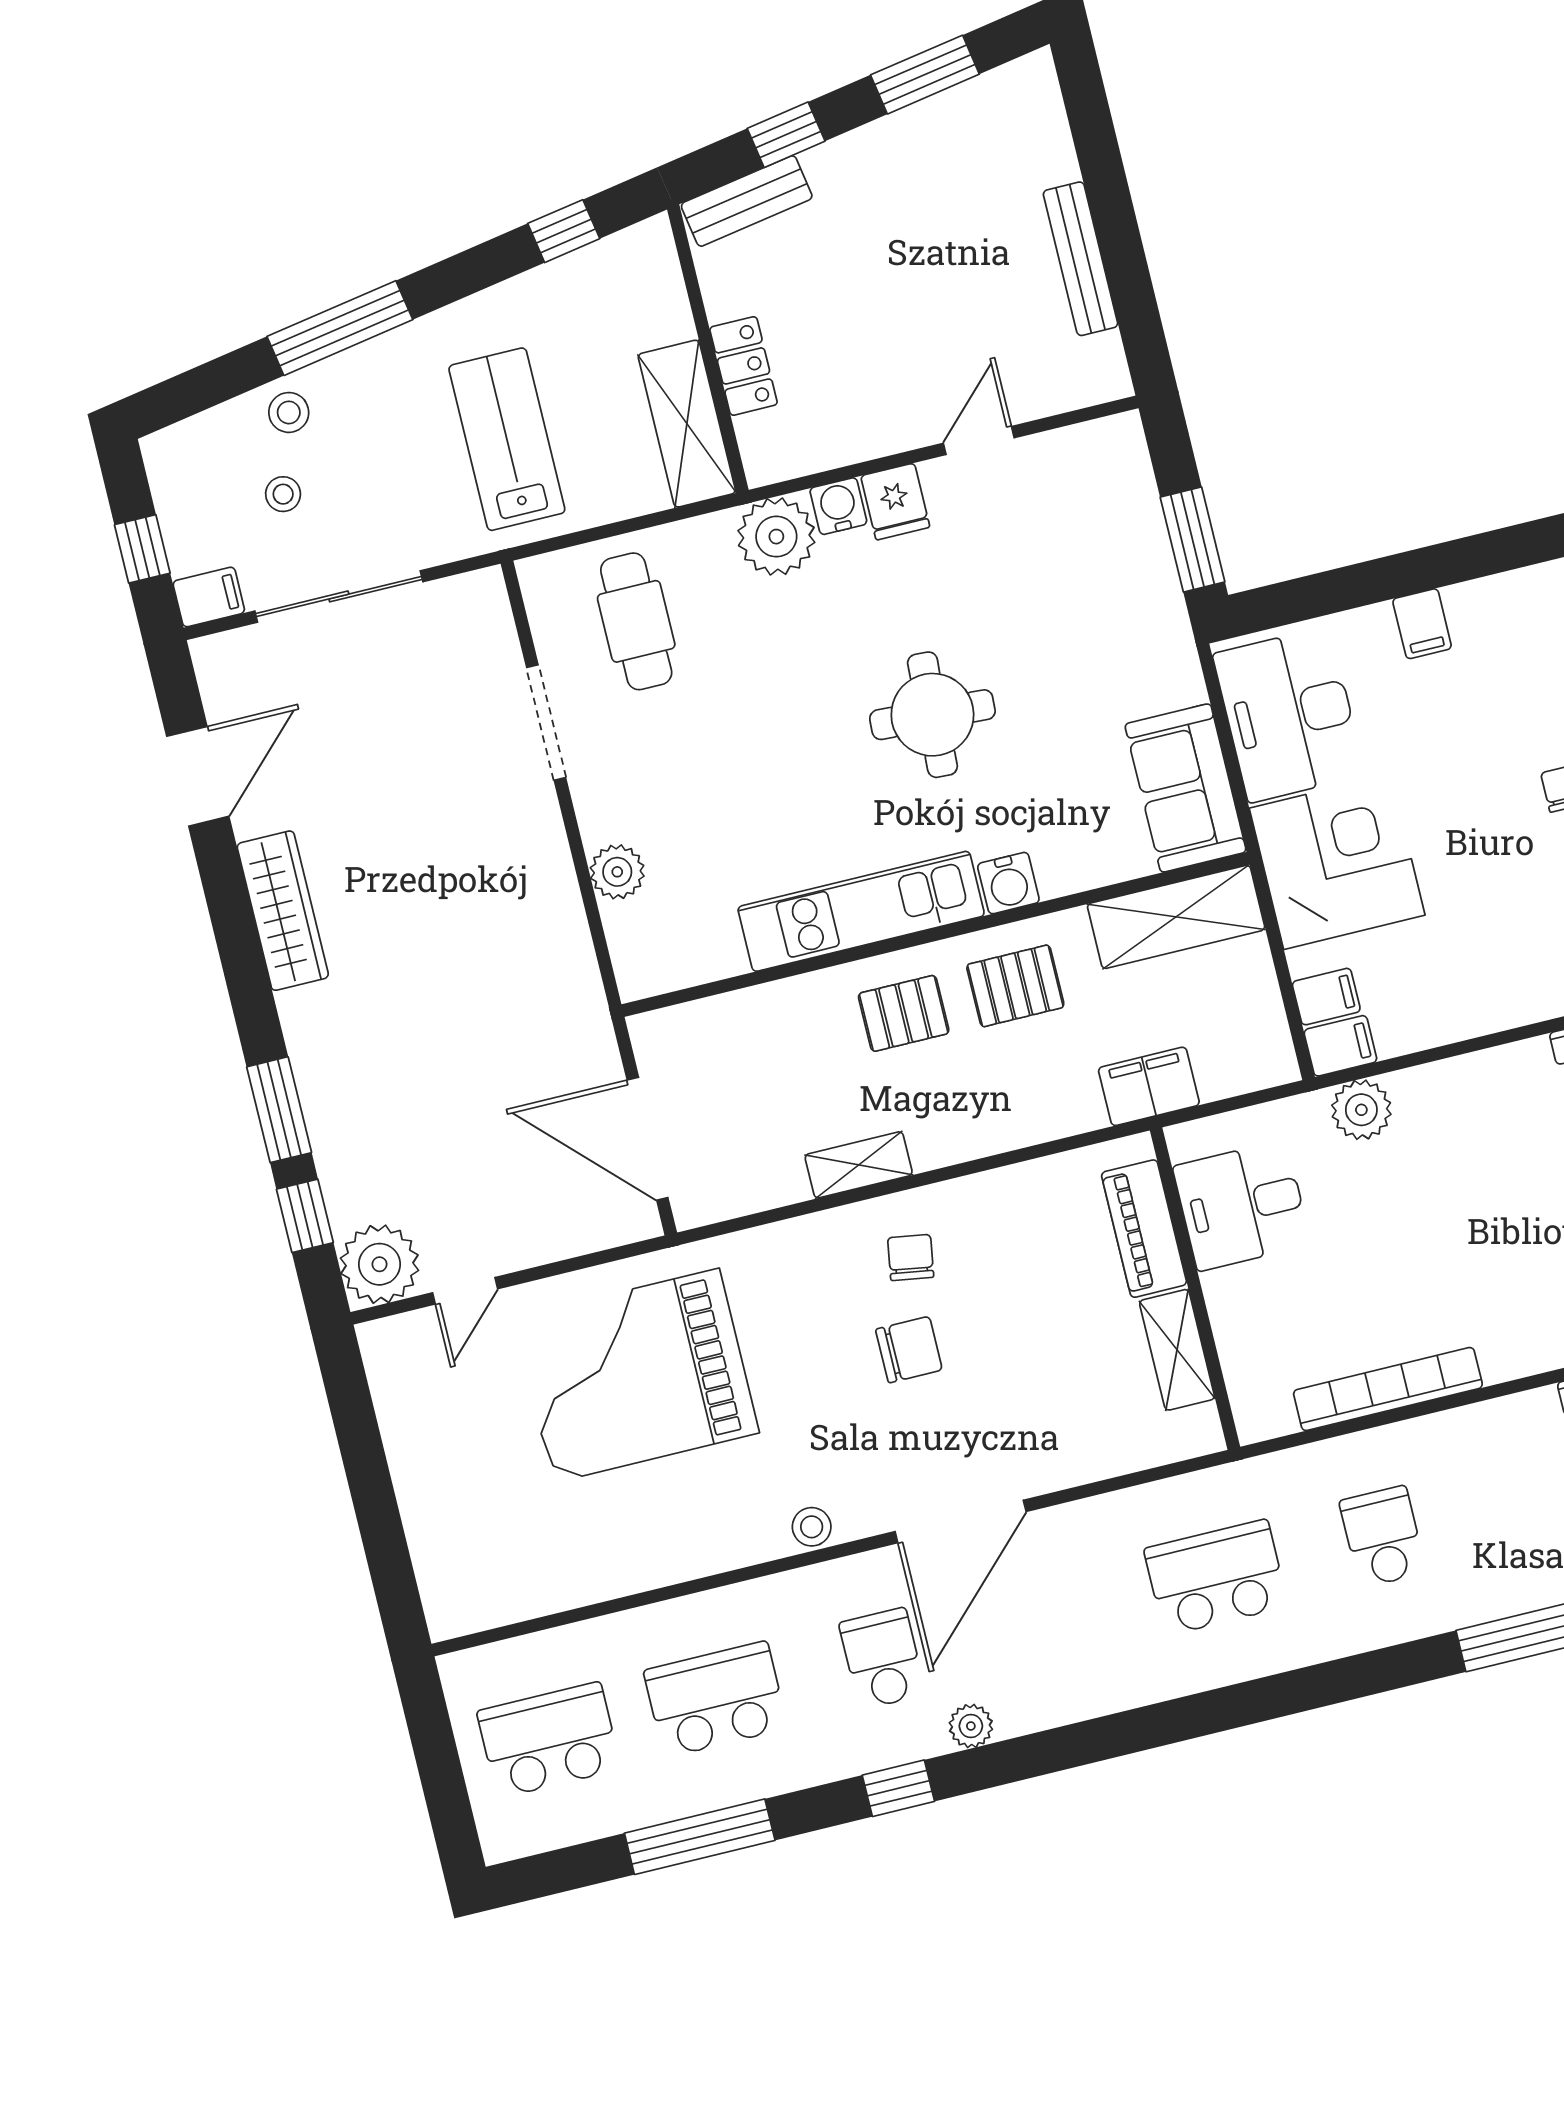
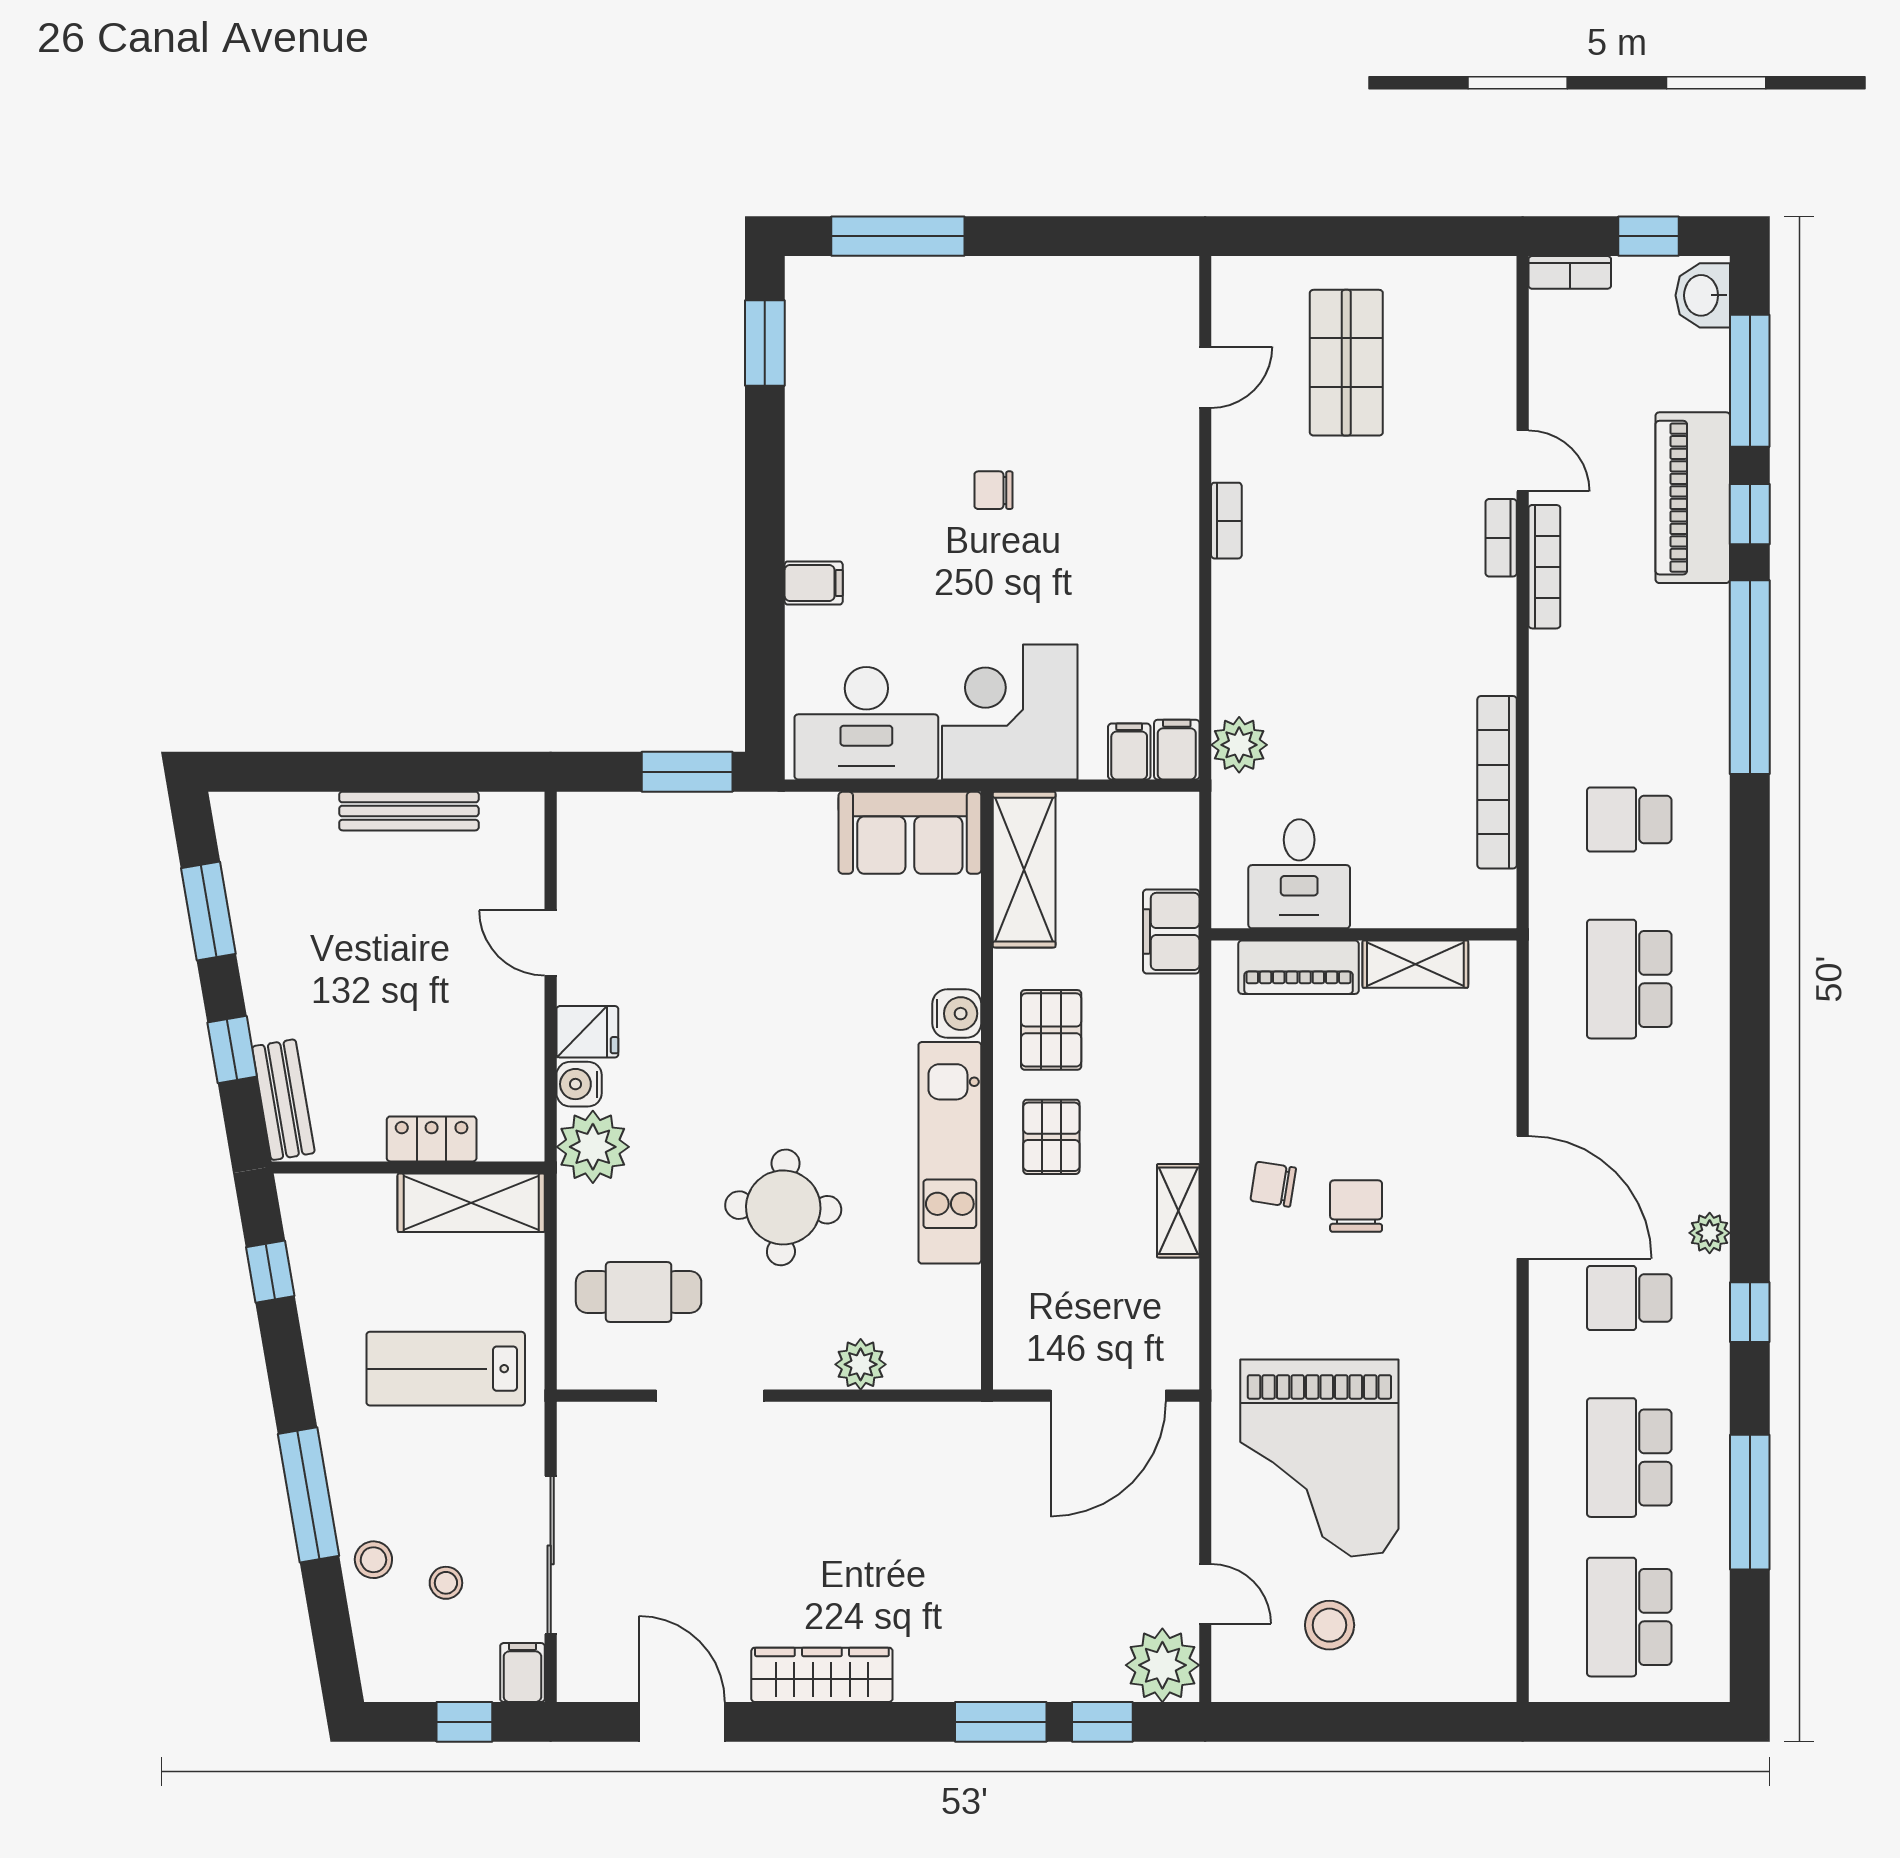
round table: (932, 715) -> (783, 1207), moved
stool: (812, 1527) -> (1330, 1625), moved, width x1.37, depth x1.37

